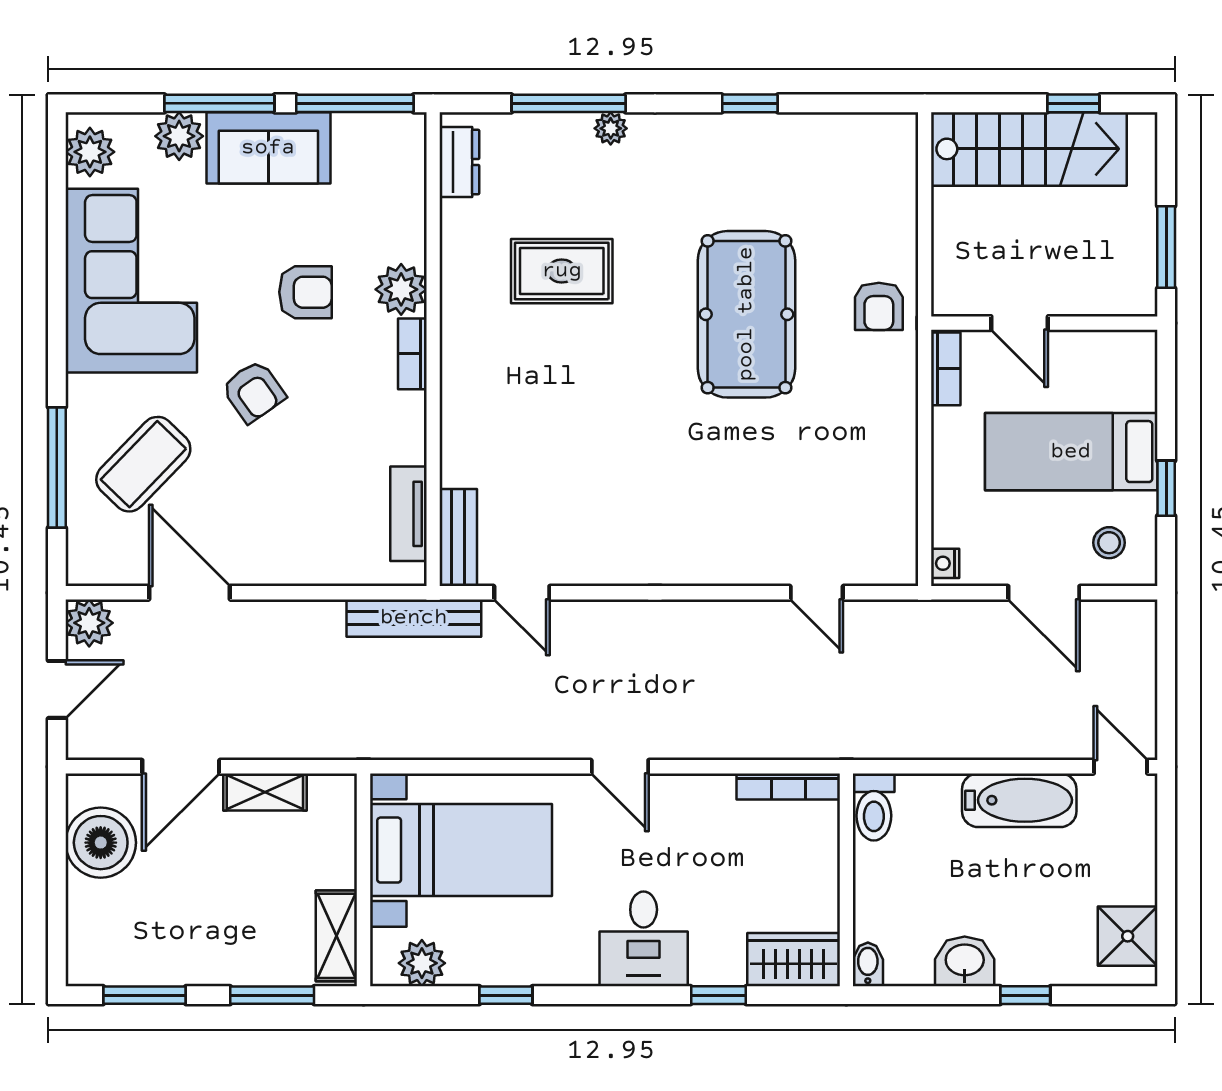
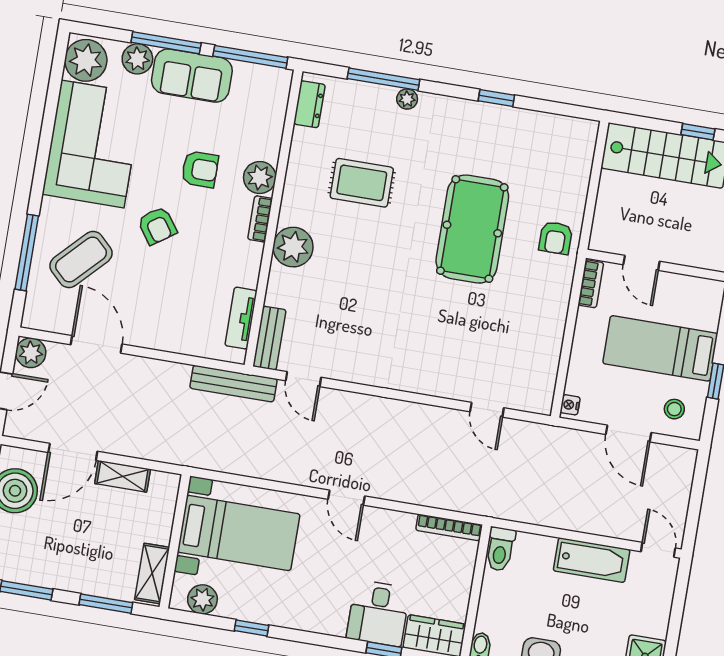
plant: (90, 152) -> (86, 60), width x1.36, depth x1.36
plant: (471, 389) -> (293, 247), added
desk: (644, 939) -> (378, 613), moved

